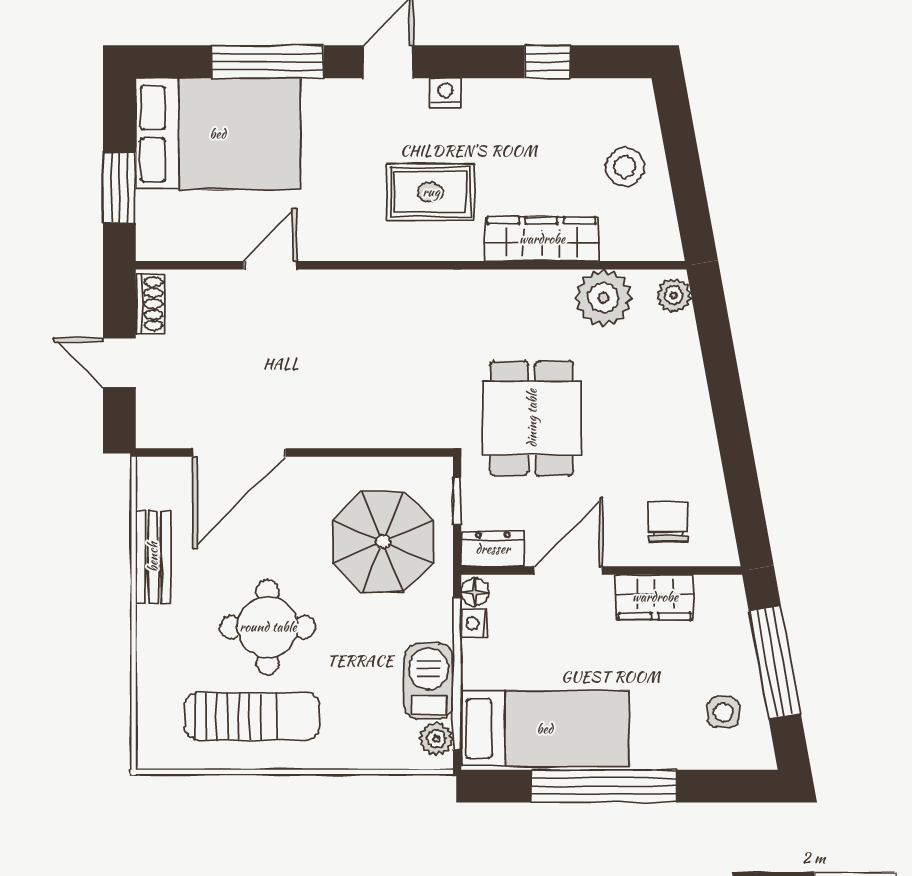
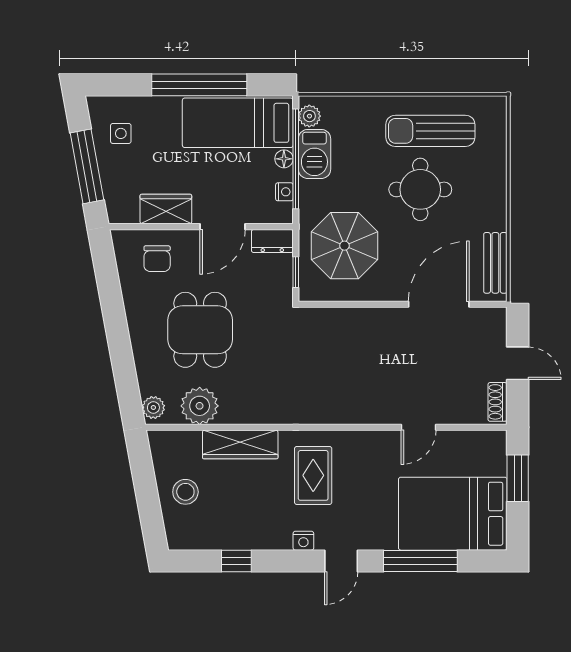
rug: (431, 192) -> (313, 475), turned 90
dining table: (532, 418) -> (200, 330), moved
bench: (153, 557) -> (495, 263), moved
floor lamp: (475, 593) -> (284, 159), moved

